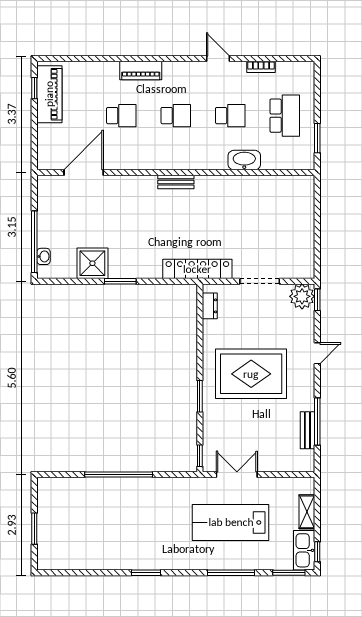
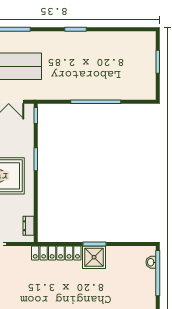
shower: (92, 263) -> (94, 257), moved
locker: (197, 269) -> (56, 253), moved

